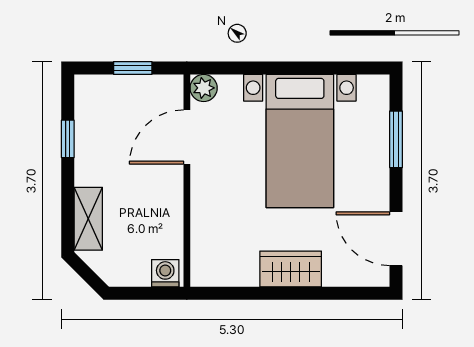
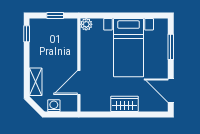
door: (187, 137) -> (79, 82), moved
window: (68, 139) -> (27, 34), moved
washing machine: (165, 273) -> (54, 106), moved

